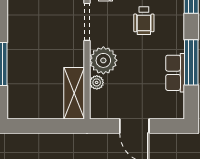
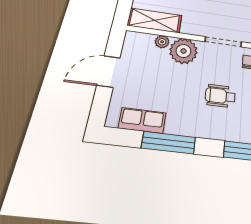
row of seats: (175, 73) -> (142, 120), moved

